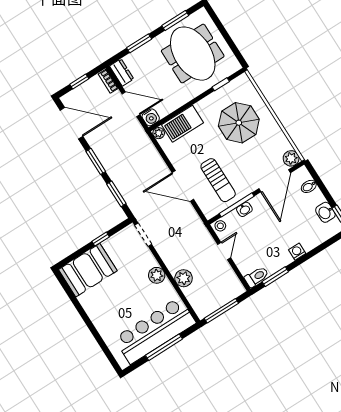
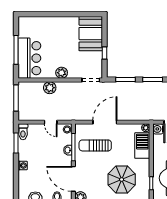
bar counter: (155, 331) -> (29, 58), width x0.73

